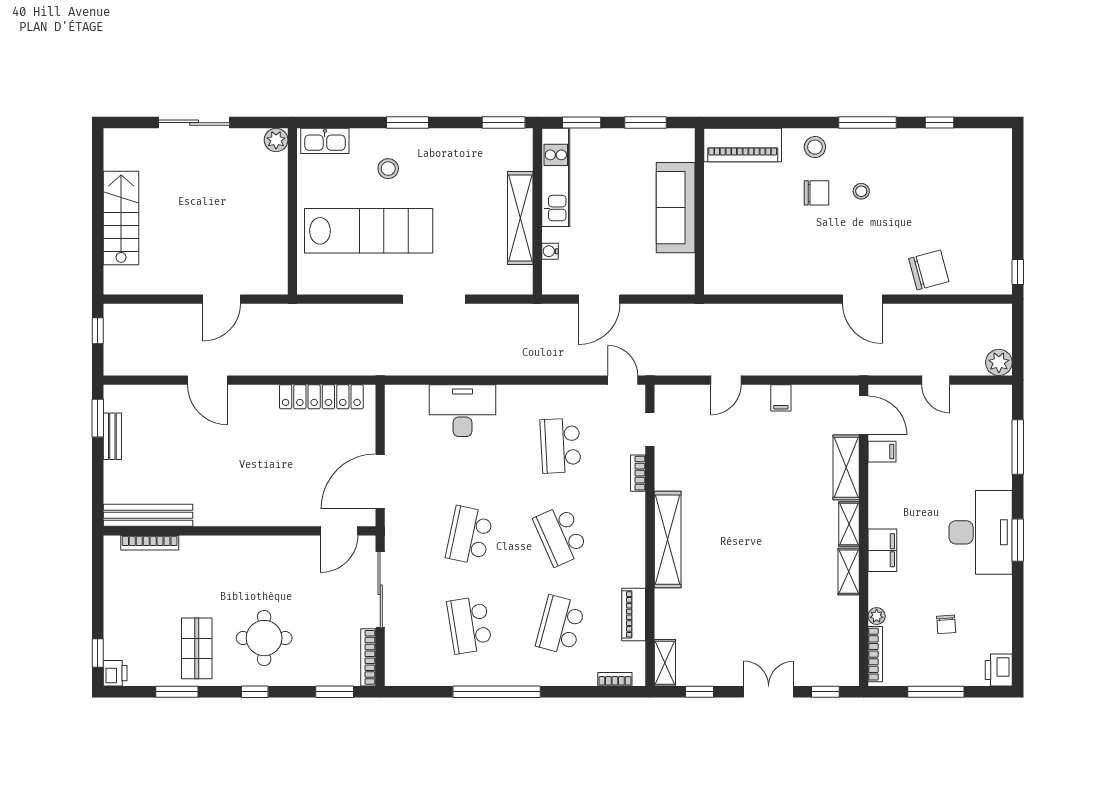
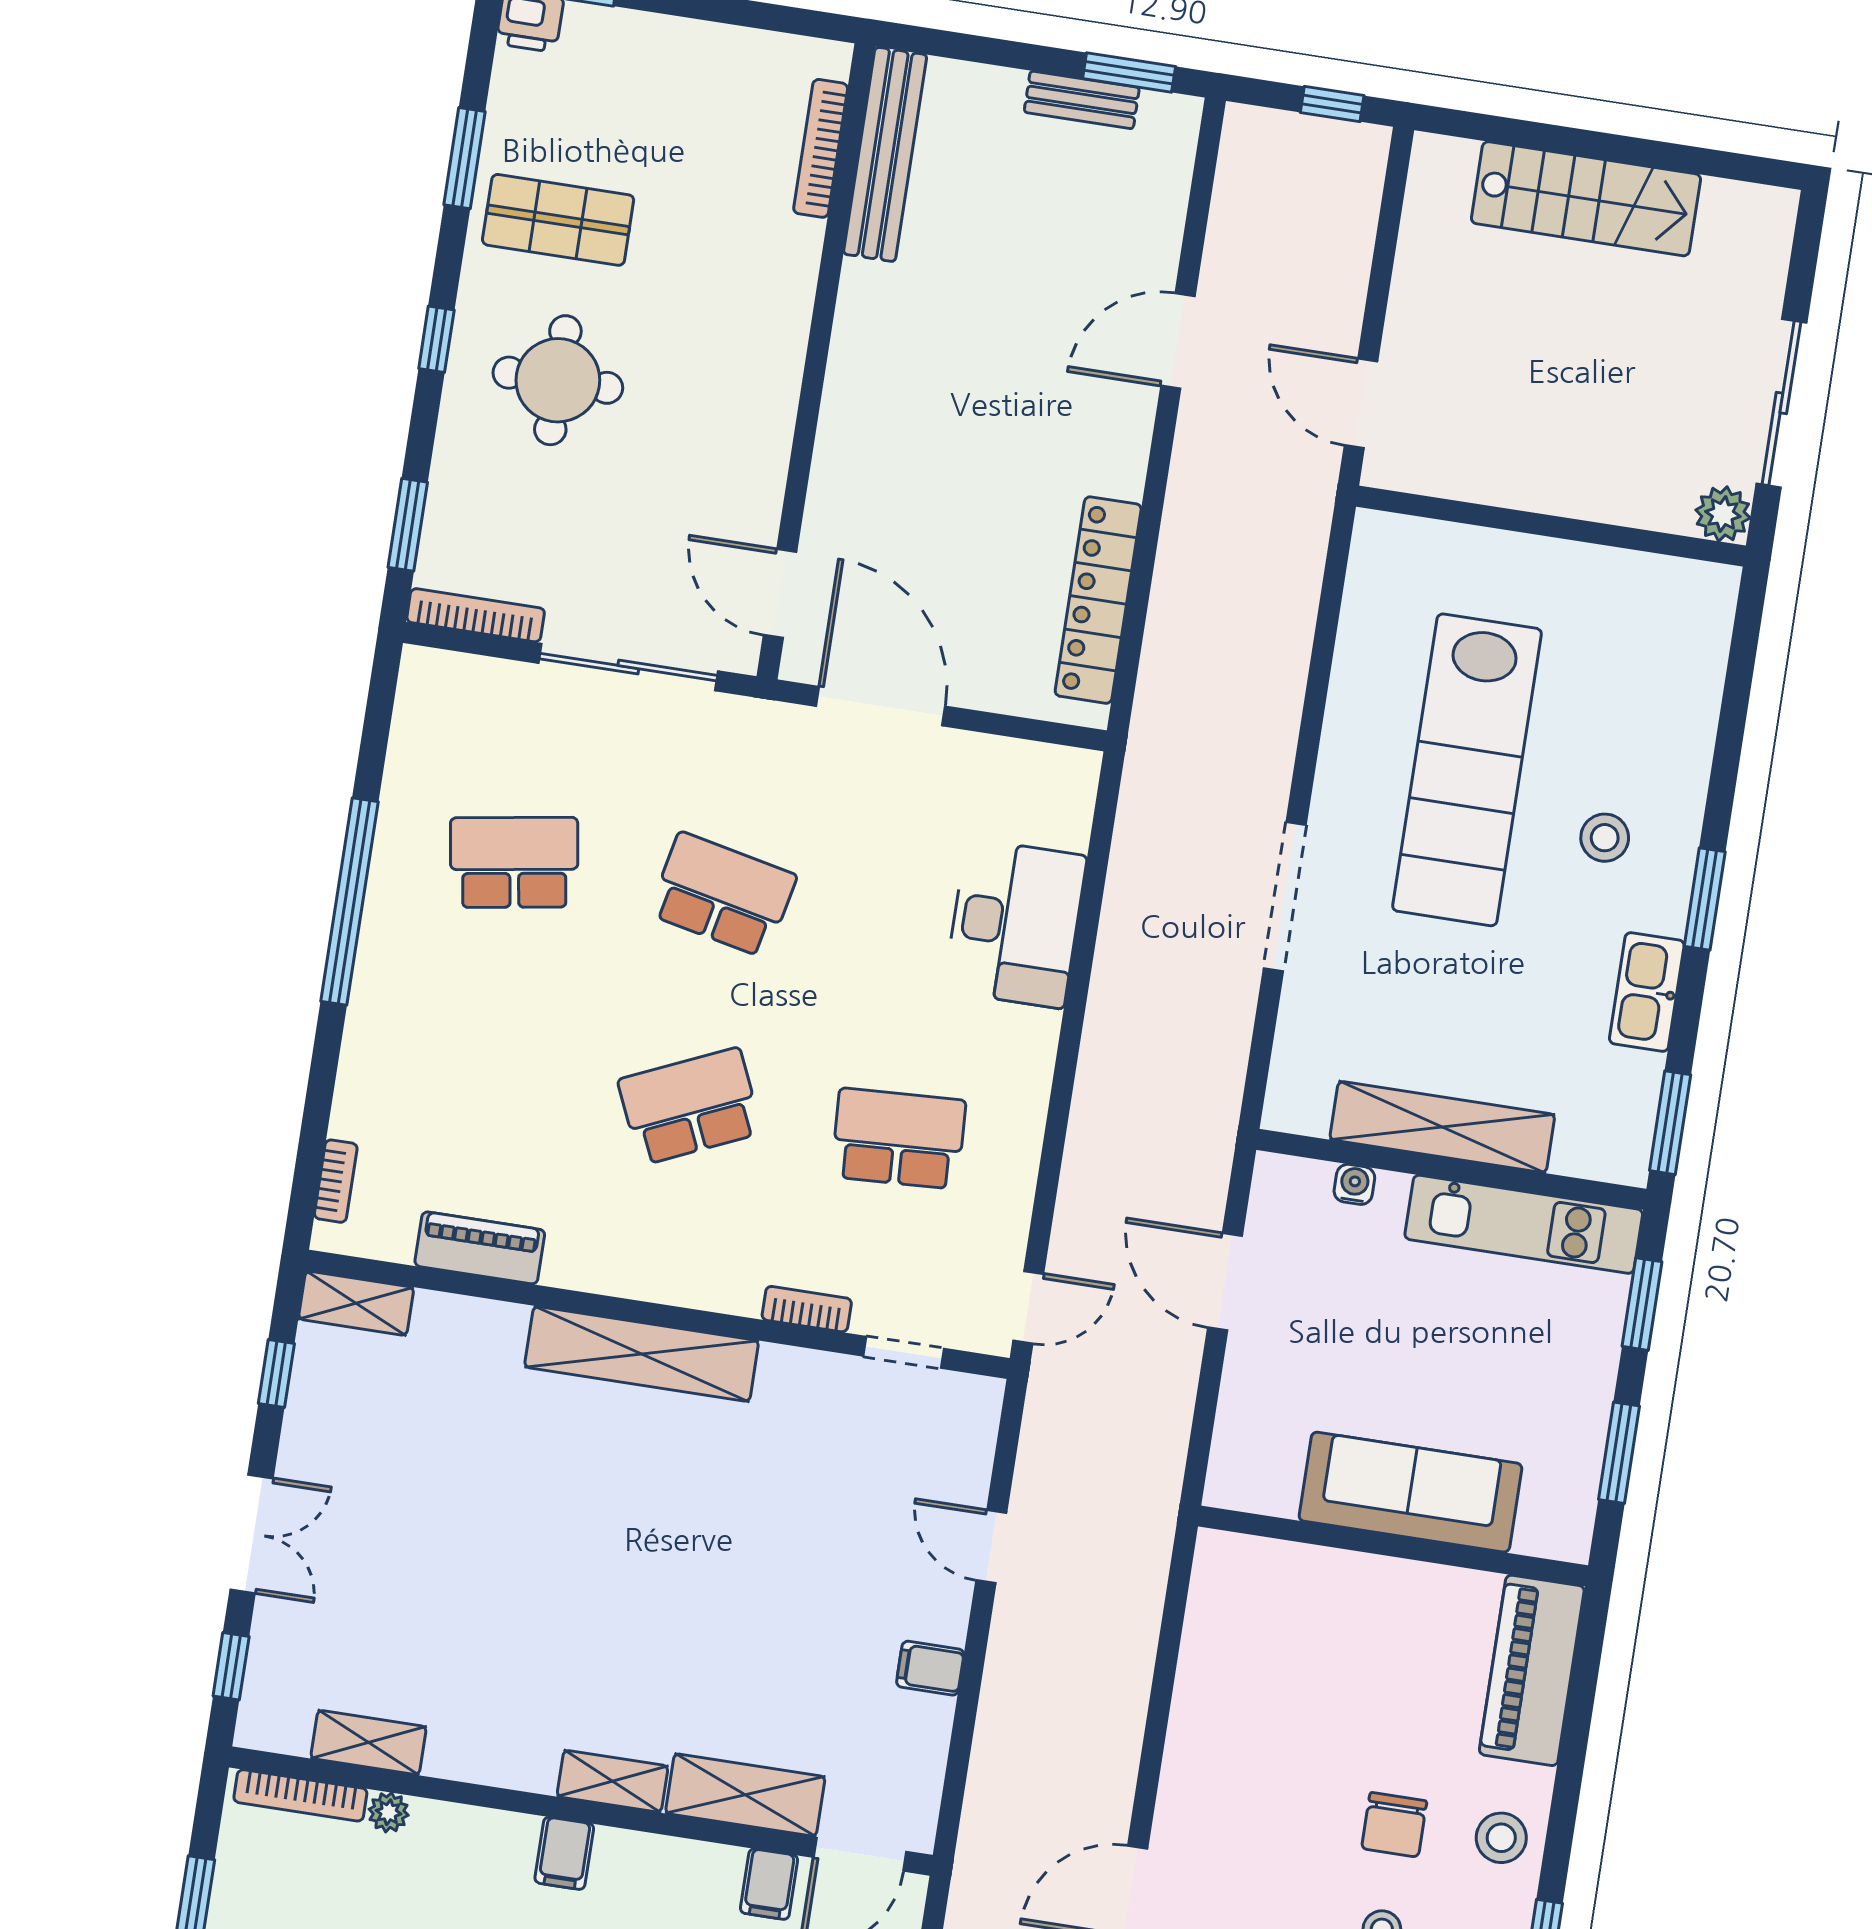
plant: (276, 140) -> (1723, 514), moved
kitchen sink: (325, 141) -> (1647, 992), moved
wall: (292, 211) -> (1551, 526), moved
filing cabinet: (882, 550) -> (564, 1853), width x0.50
shelving: (849, 572) -> (369, 1743), moved
school desk: (560, 625) -> (481, 1074), removed

